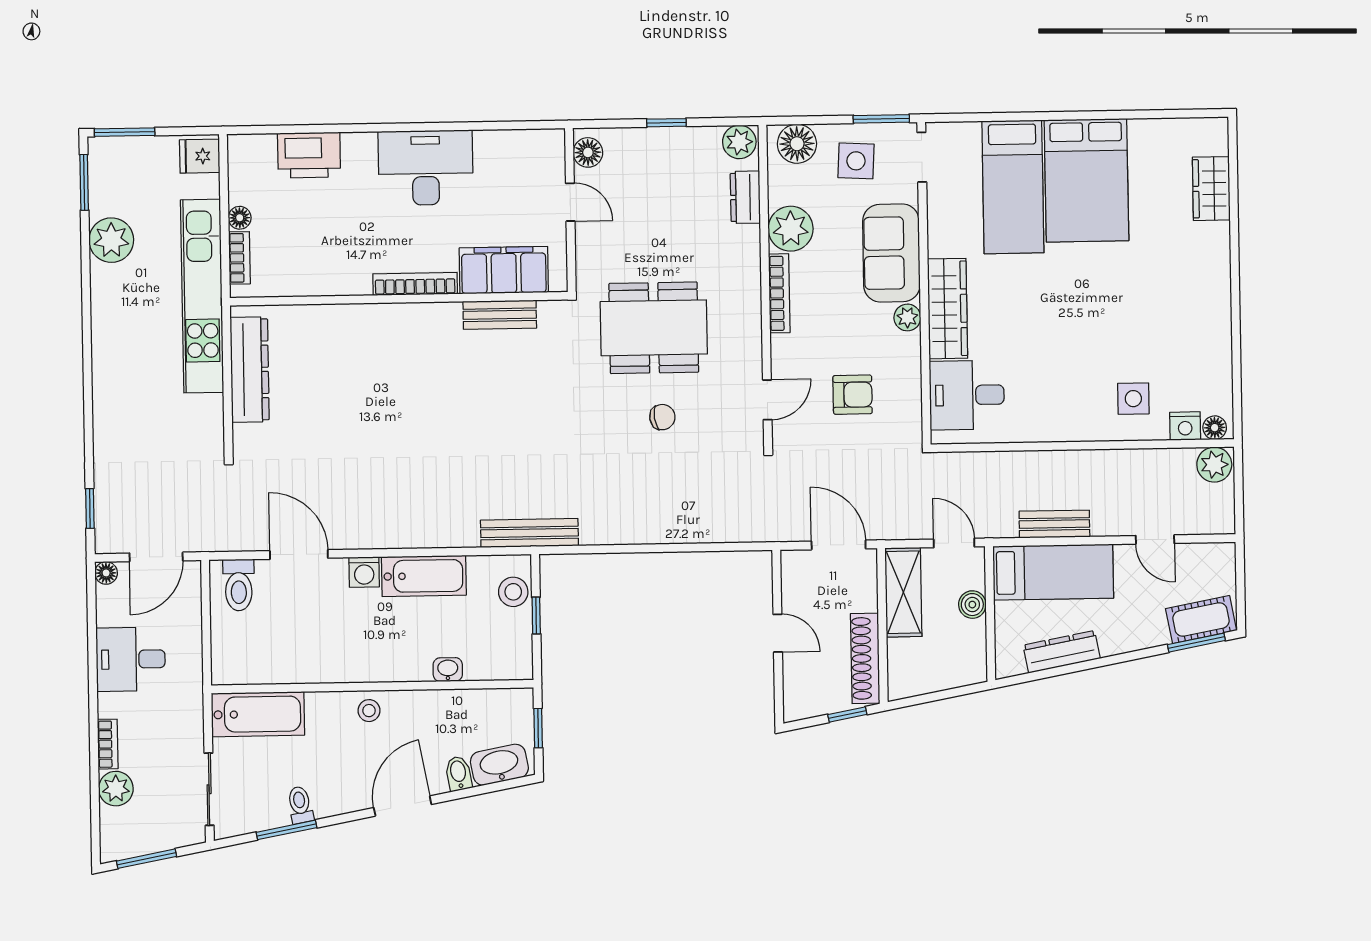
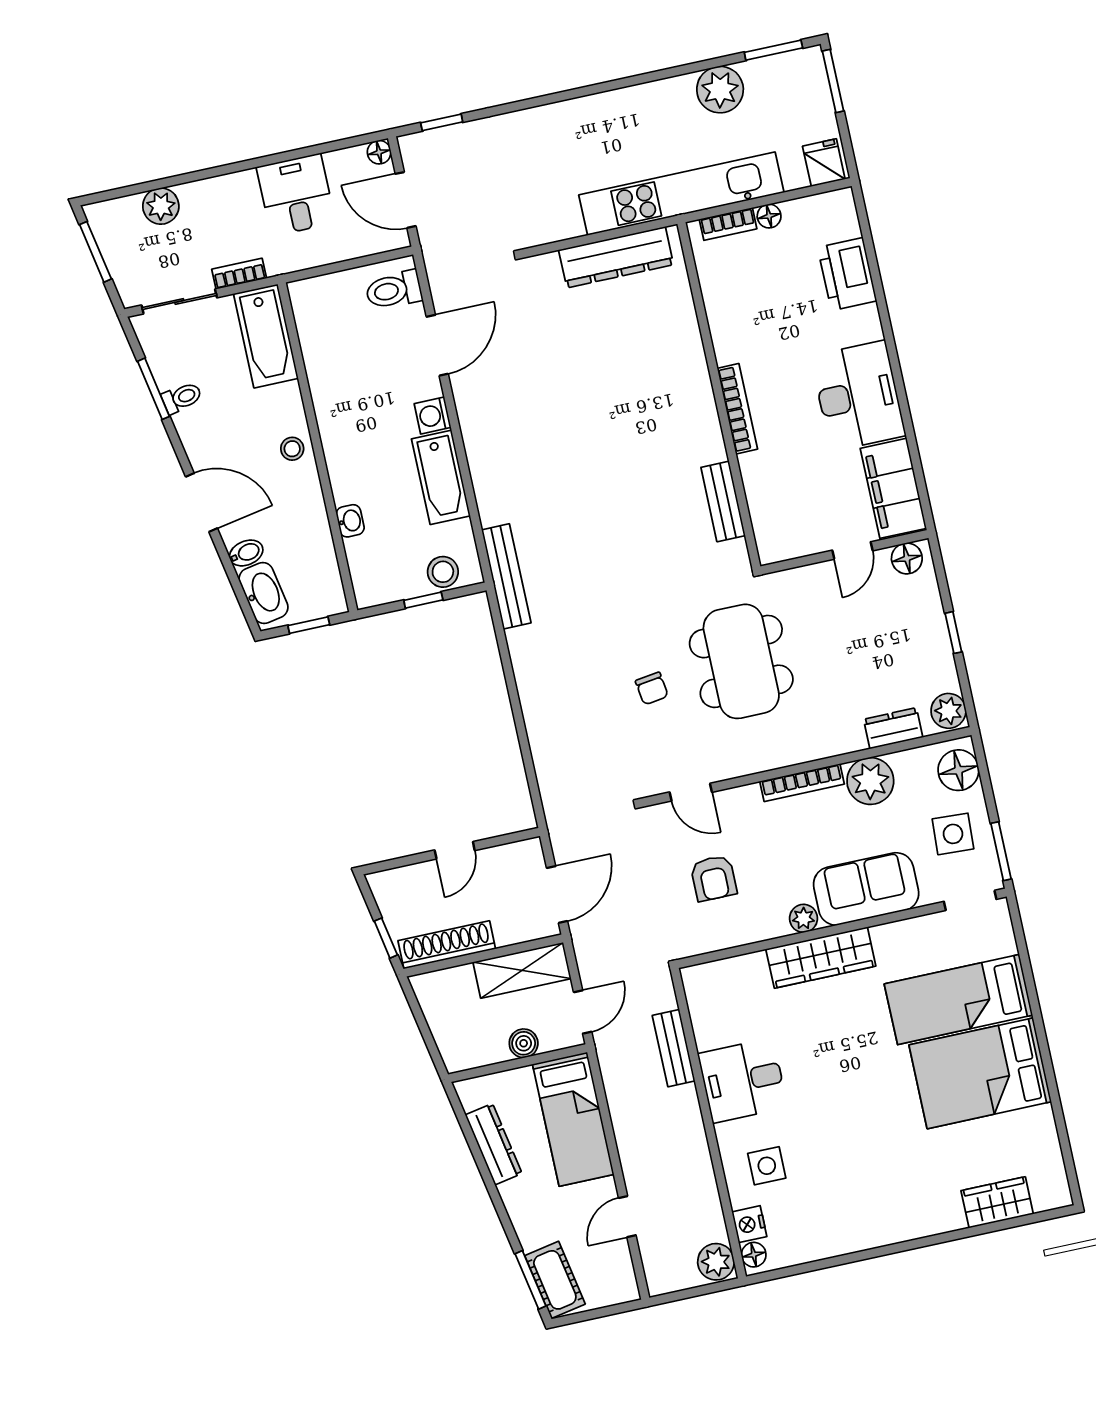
filing cabinet: (504, 270) -> (893, 488), moved, turned 180
desk: (967, 395) -> (743, 1080), moved, turned -90
bench: (1054, 524) -> (674, 1048), moved
bookcase: (108, 744) -> (239, 274), moved, turned 180

